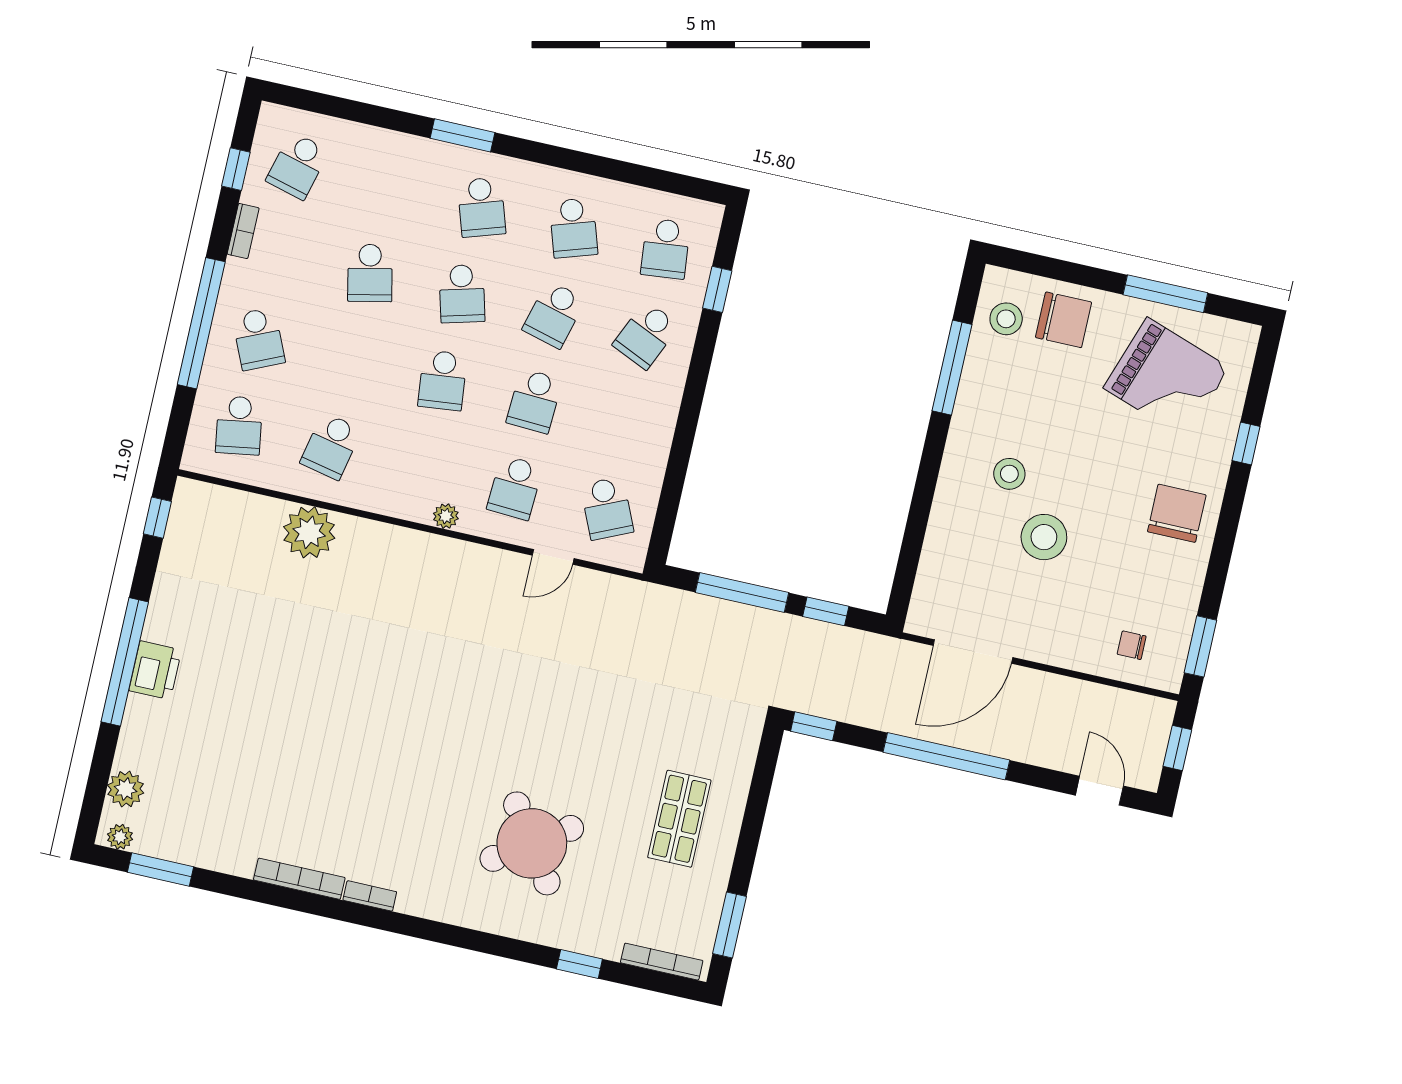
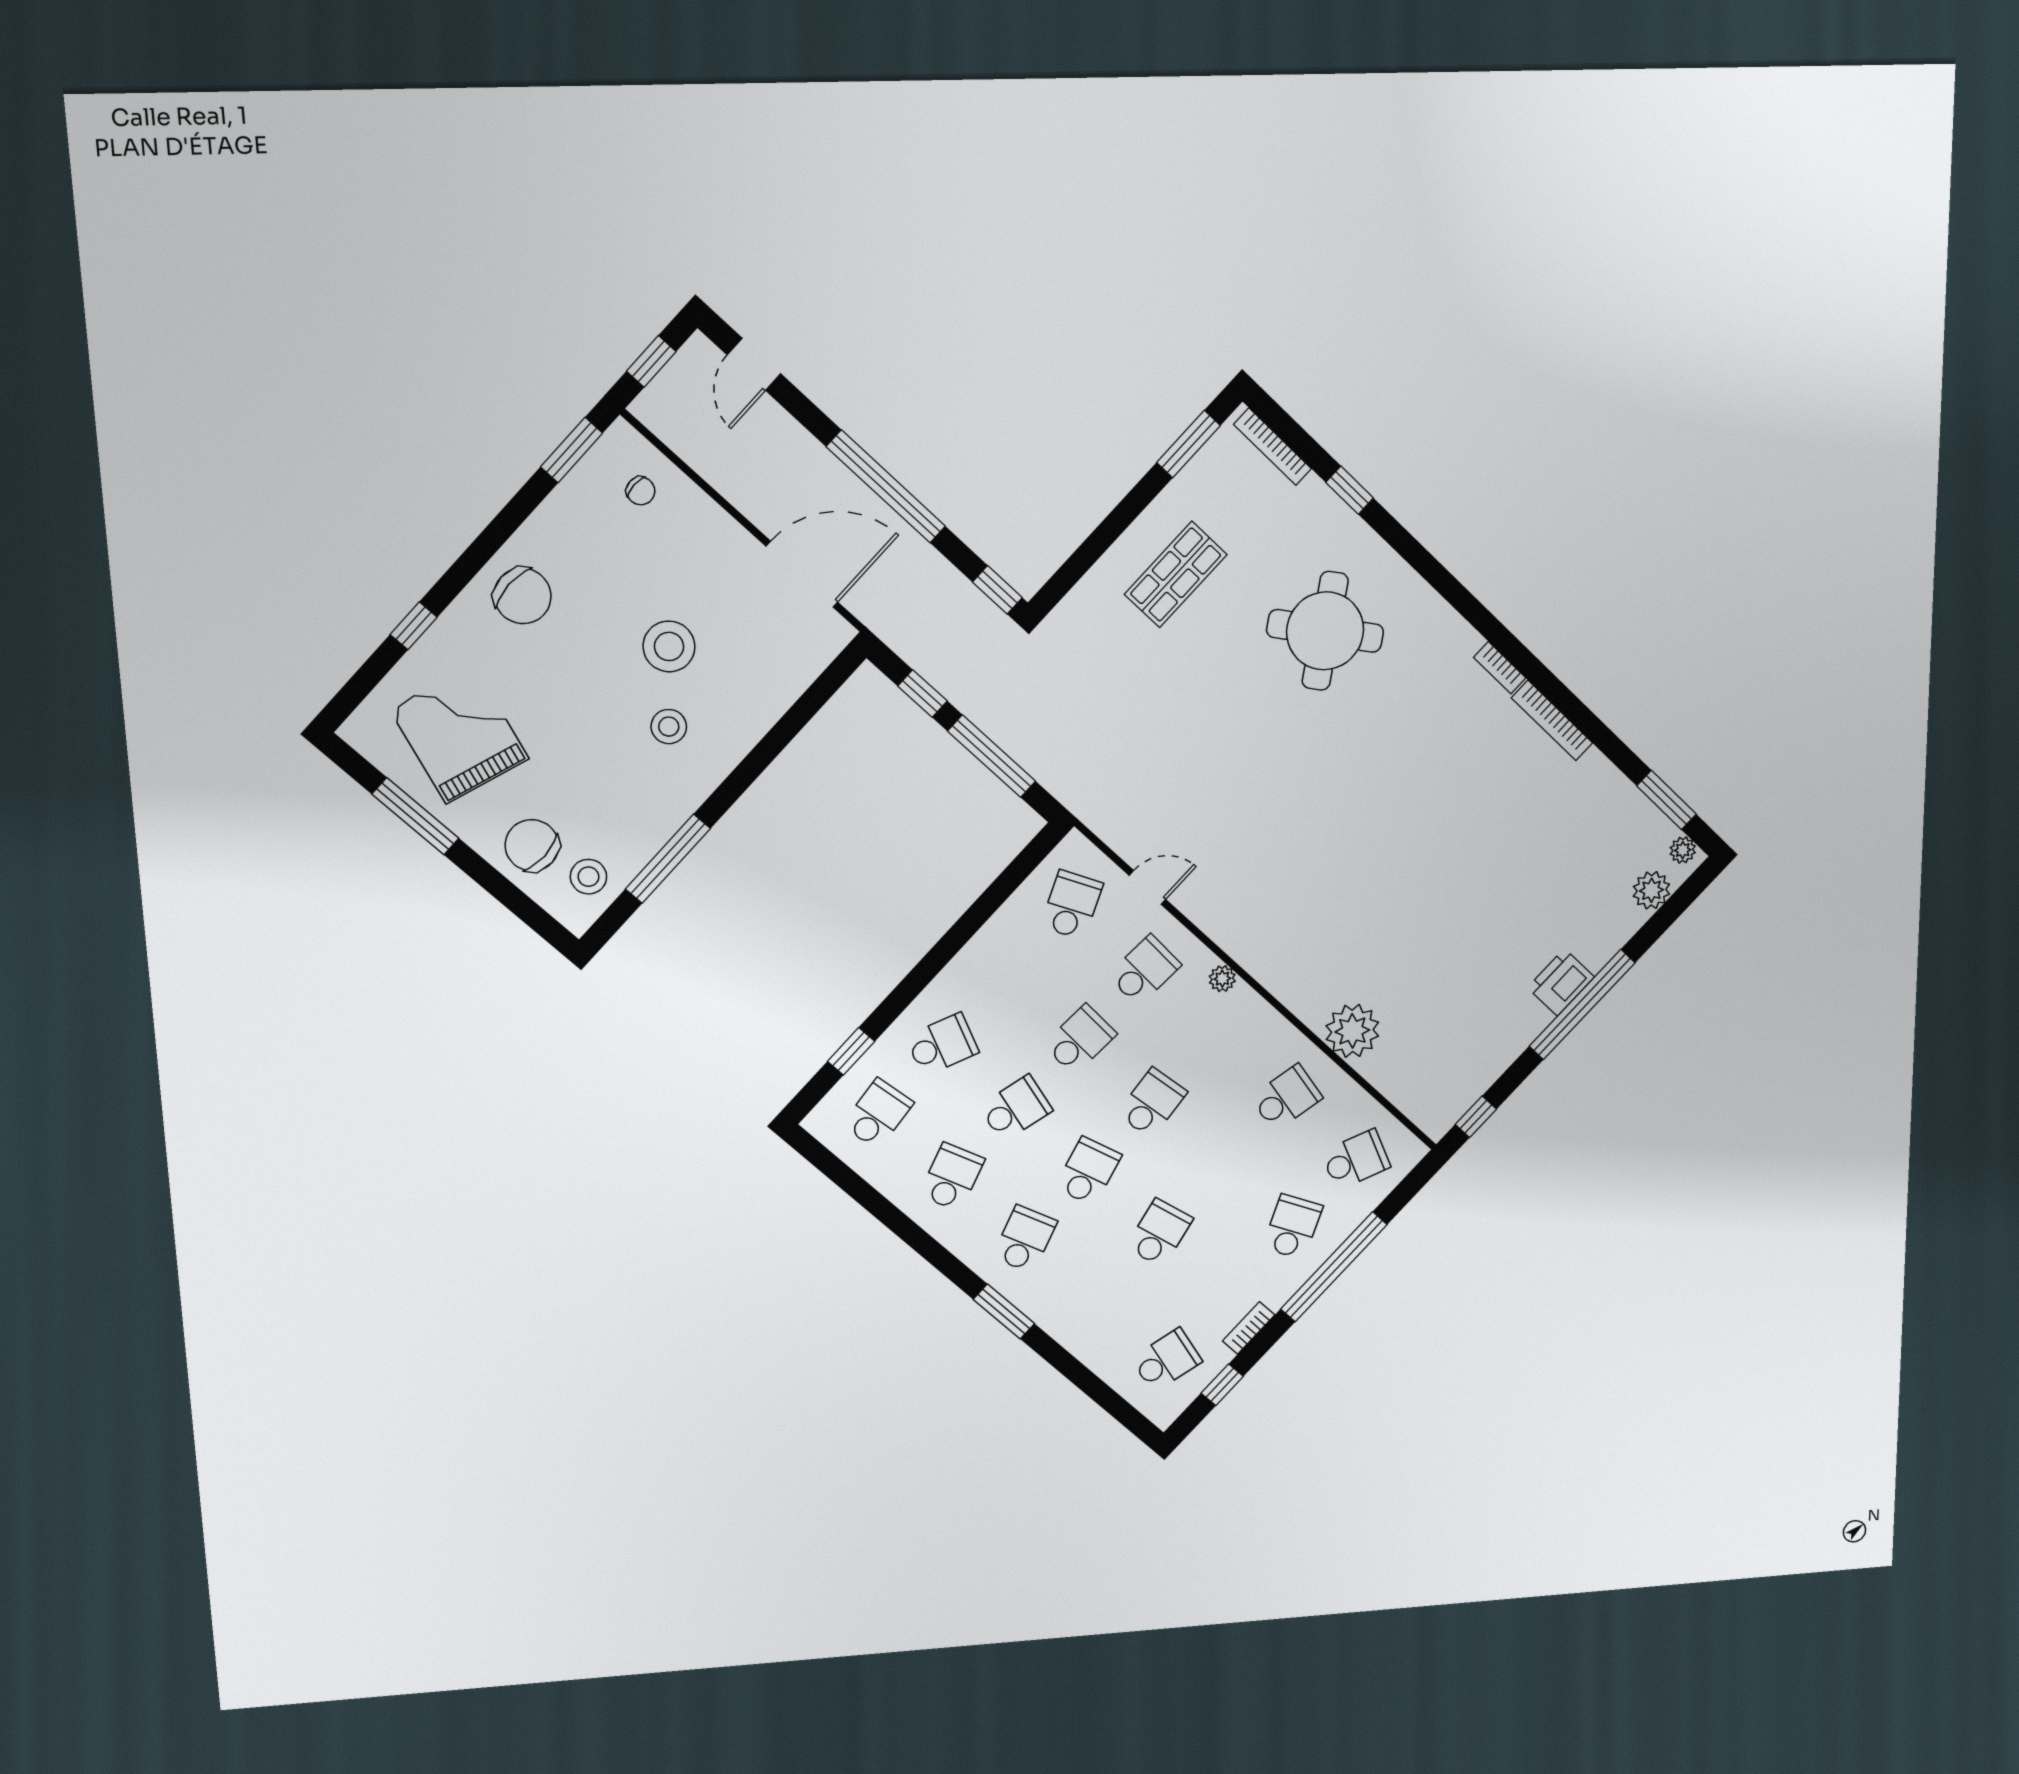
school desk: (239, 425) -> (1356, 1160), turned 33
chair: (1177, 513) -> (523, 596), turned -90

